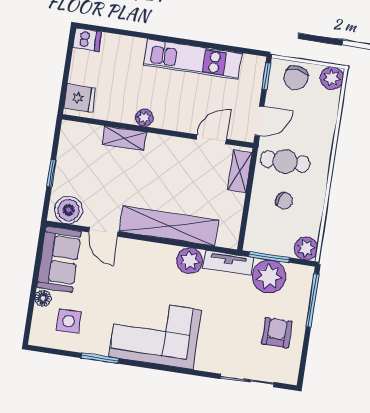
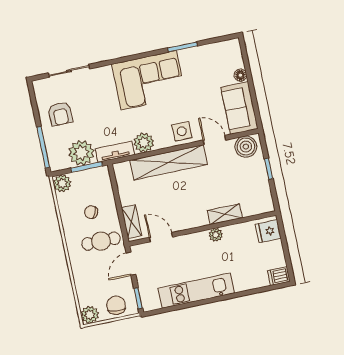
door: (211, 139) -> (161, 237), swing flipped
side table: (69, 321) -> (182, 131), moved

